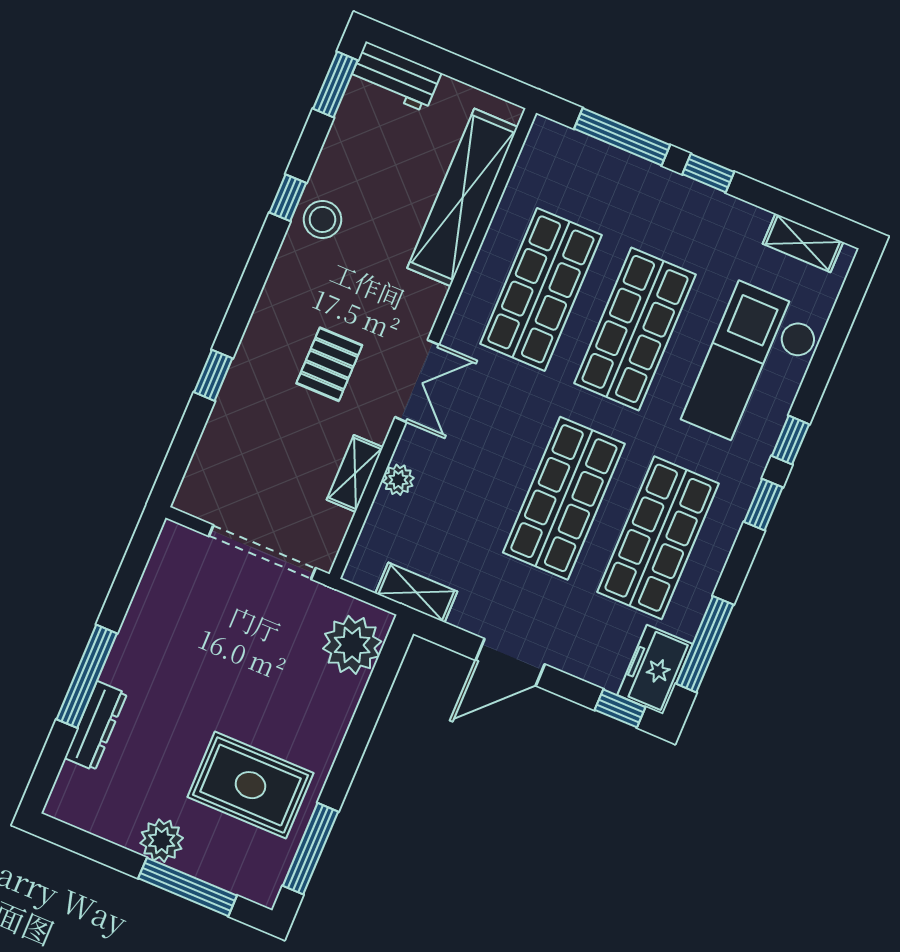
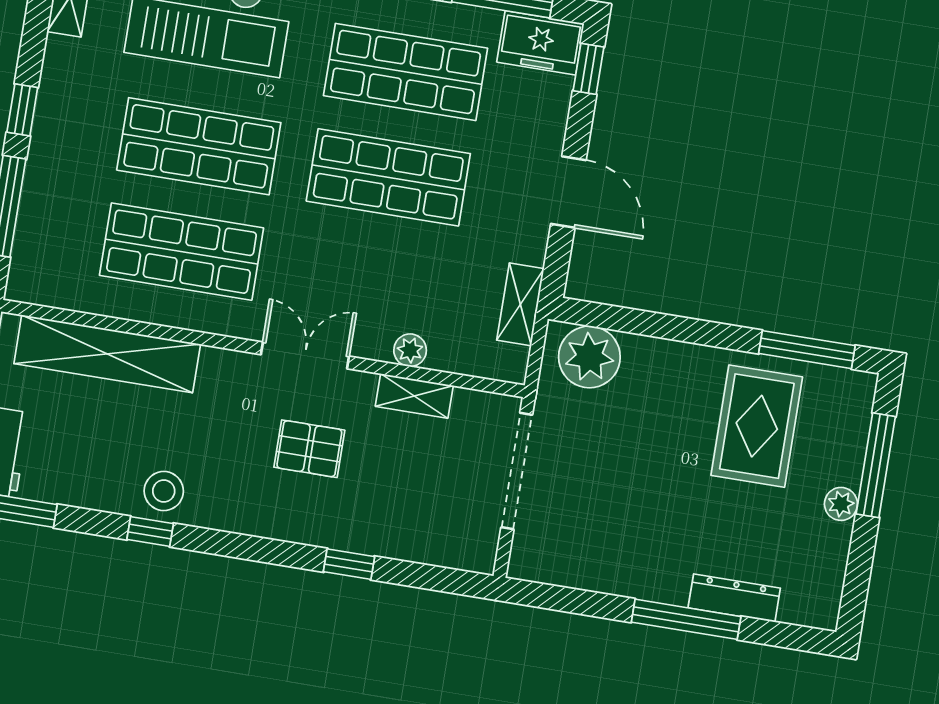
plant: (162, 841) -> (841, 504), width x0.73, depth x0.73

